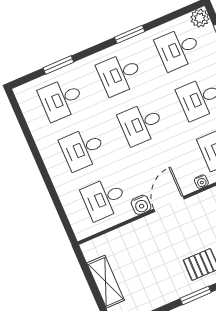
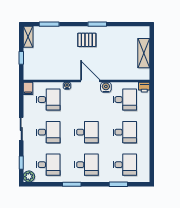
door: (169, 204) -> (90, 81), swing flipped
printer: (83, 230) -> (144, 87), added

